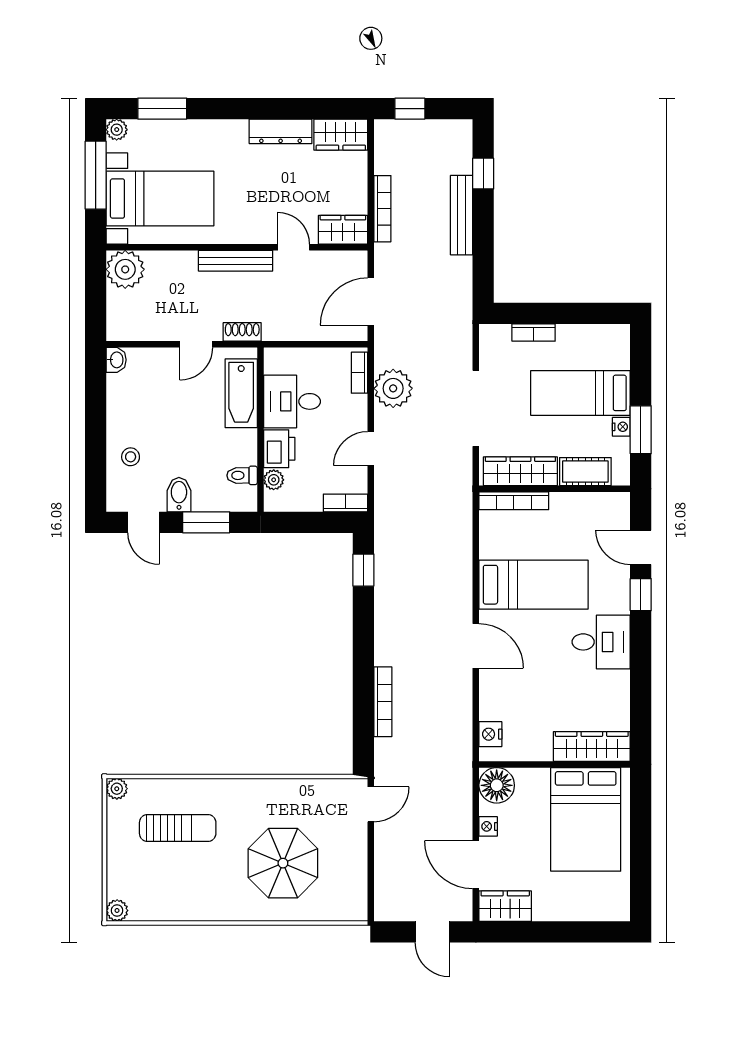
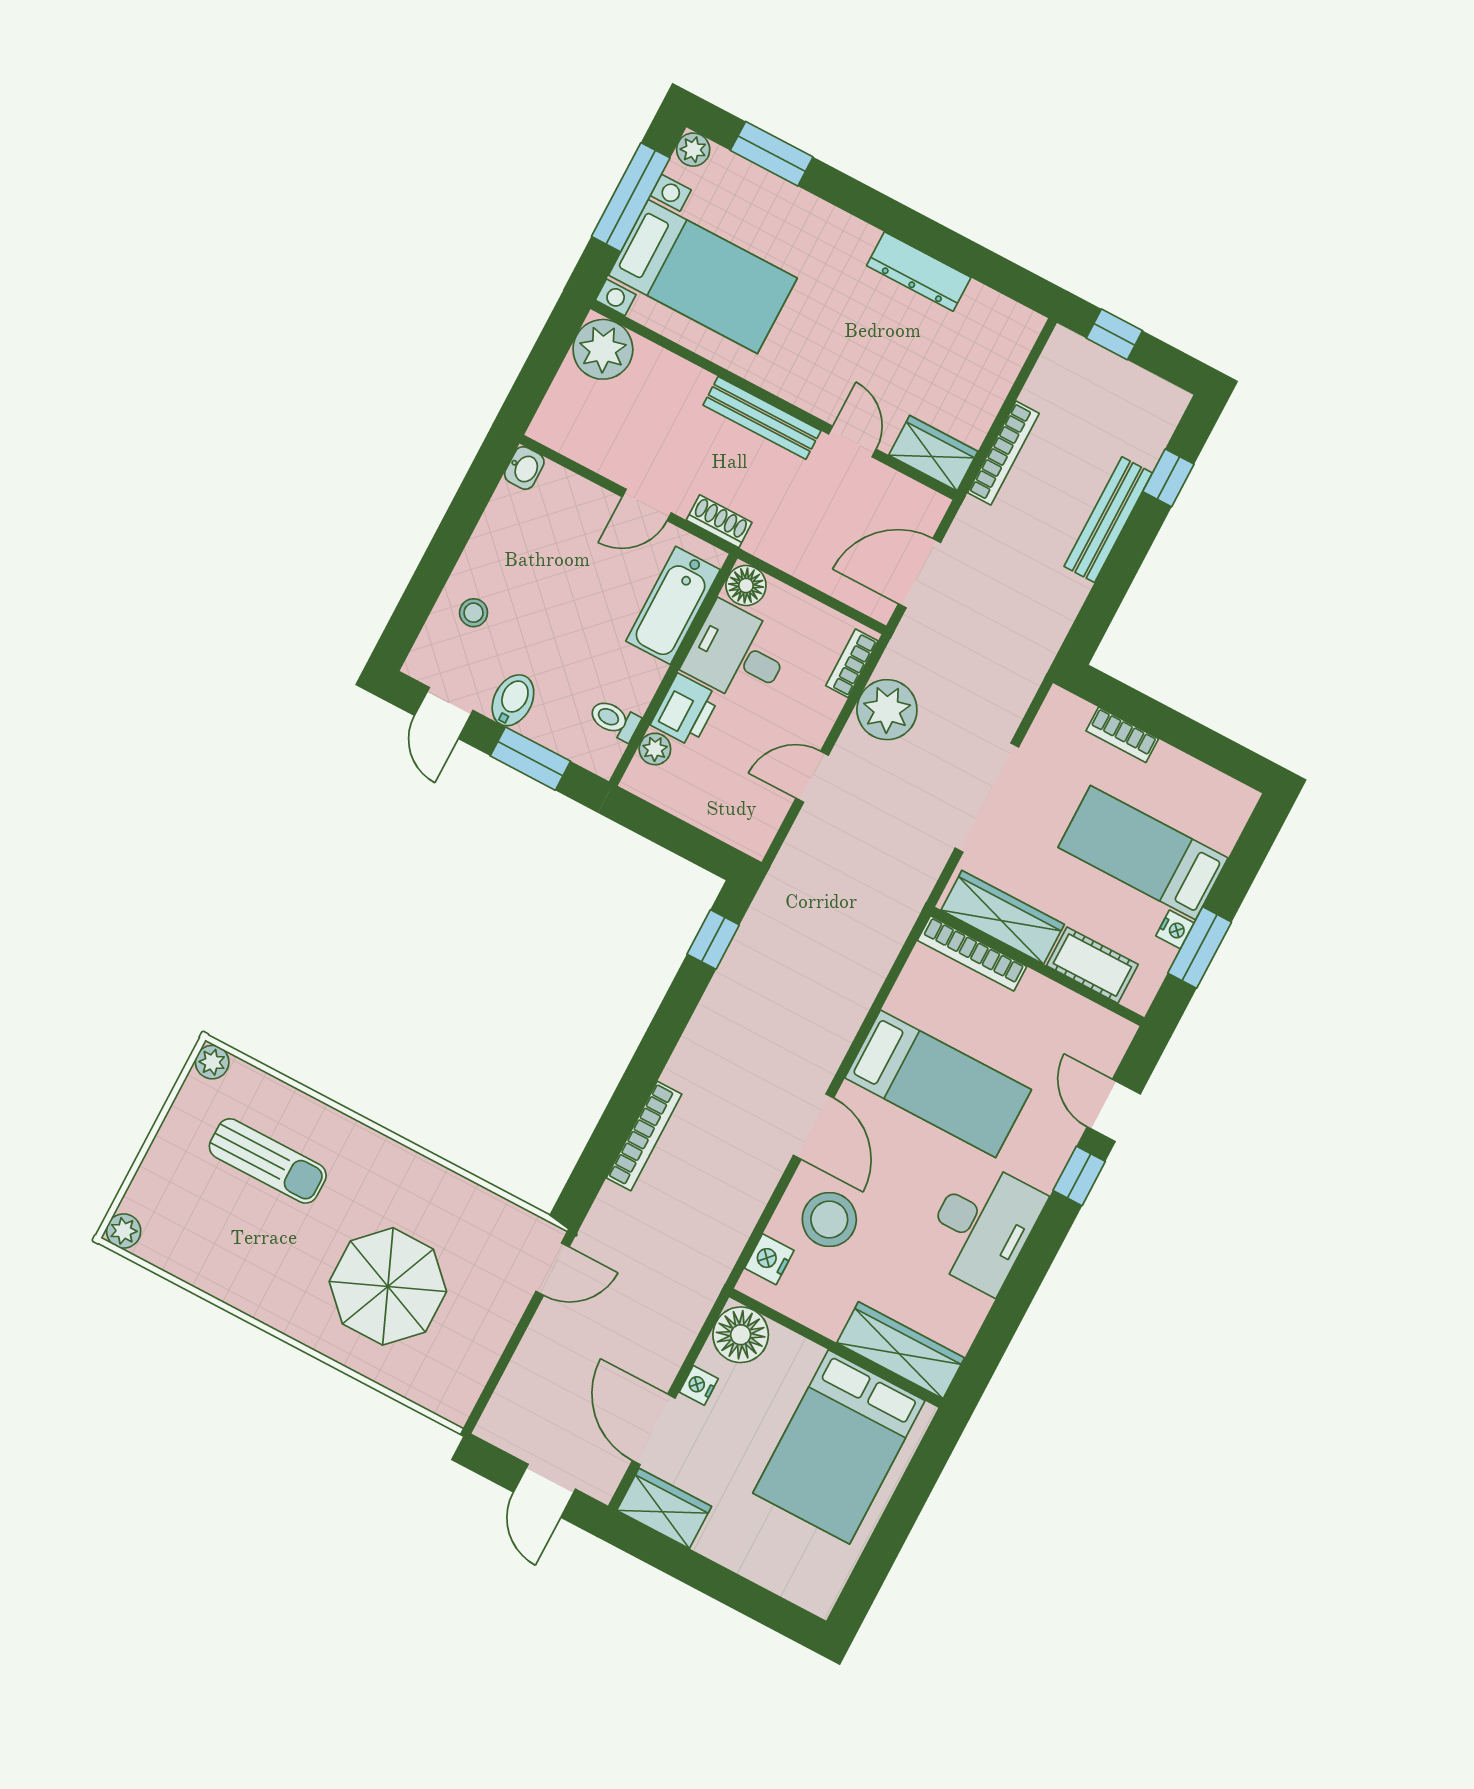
wardrobe: (341, 135) -> (1000, 320), removed
floor lamp: (276, 360) -> (746, 586), added
bookcase: (345, 503) -> (737, 833), removed
desk: (601, 642) -> (983, 1226), width x1.37
stool: (512, 694) -> (829, 1220), added

